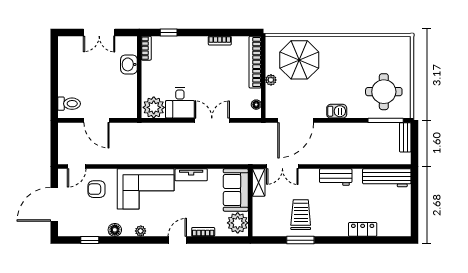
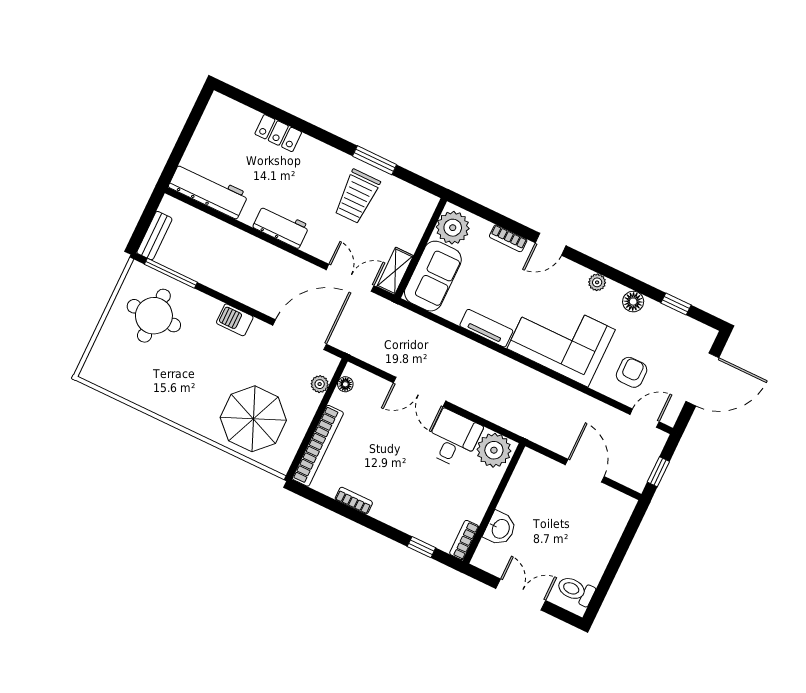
plant: (271, 80) -> (320, 384), moved
toilet: (69, 104) -> (576, 590), moved
window: (54, 140) -> (658, 472), added
armchair: (96, 189) -> (632, 372), turned -90

